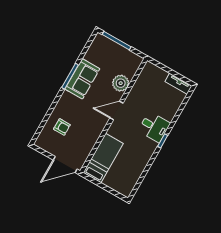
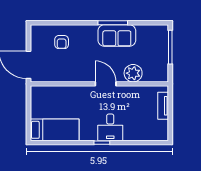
tv unit: (178, 84) -> (163, 106), moved
bed: (103, 158) -> (55, 130), moved

